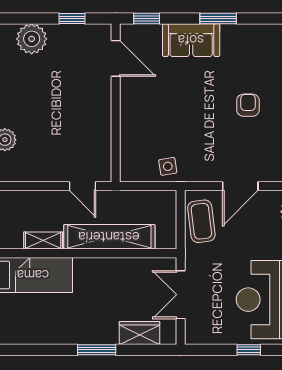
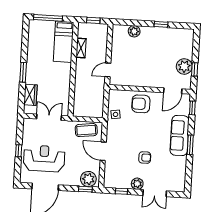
plant: (32, 39) -> (184, 66), moved
sofa: (191, 40) -> (180, 136), width x1.36
armchair: (144, 119) -> (141, 104), added
shelving: (109, 237) -> (81, 82), removed

